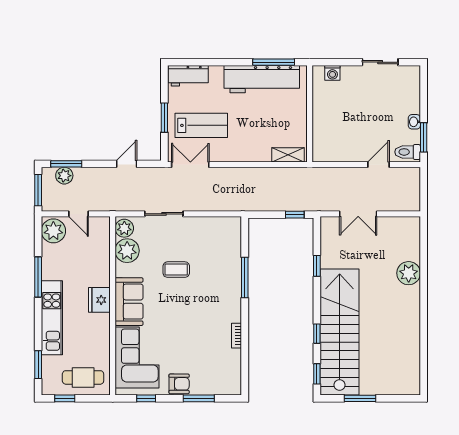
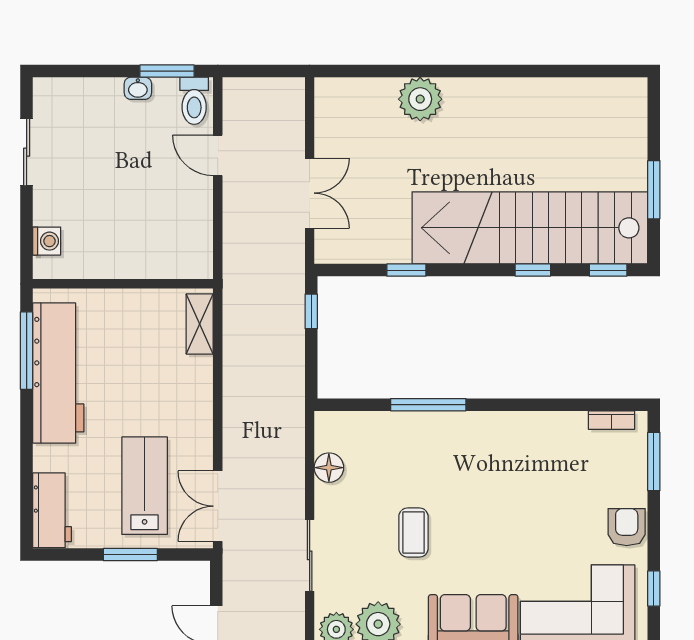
floor lamp: (211, 224) -> (329, 468), added
bookcase: (236, 336) -> (611, 420), moved
window: (199, 398) -> (654, 462), moved

